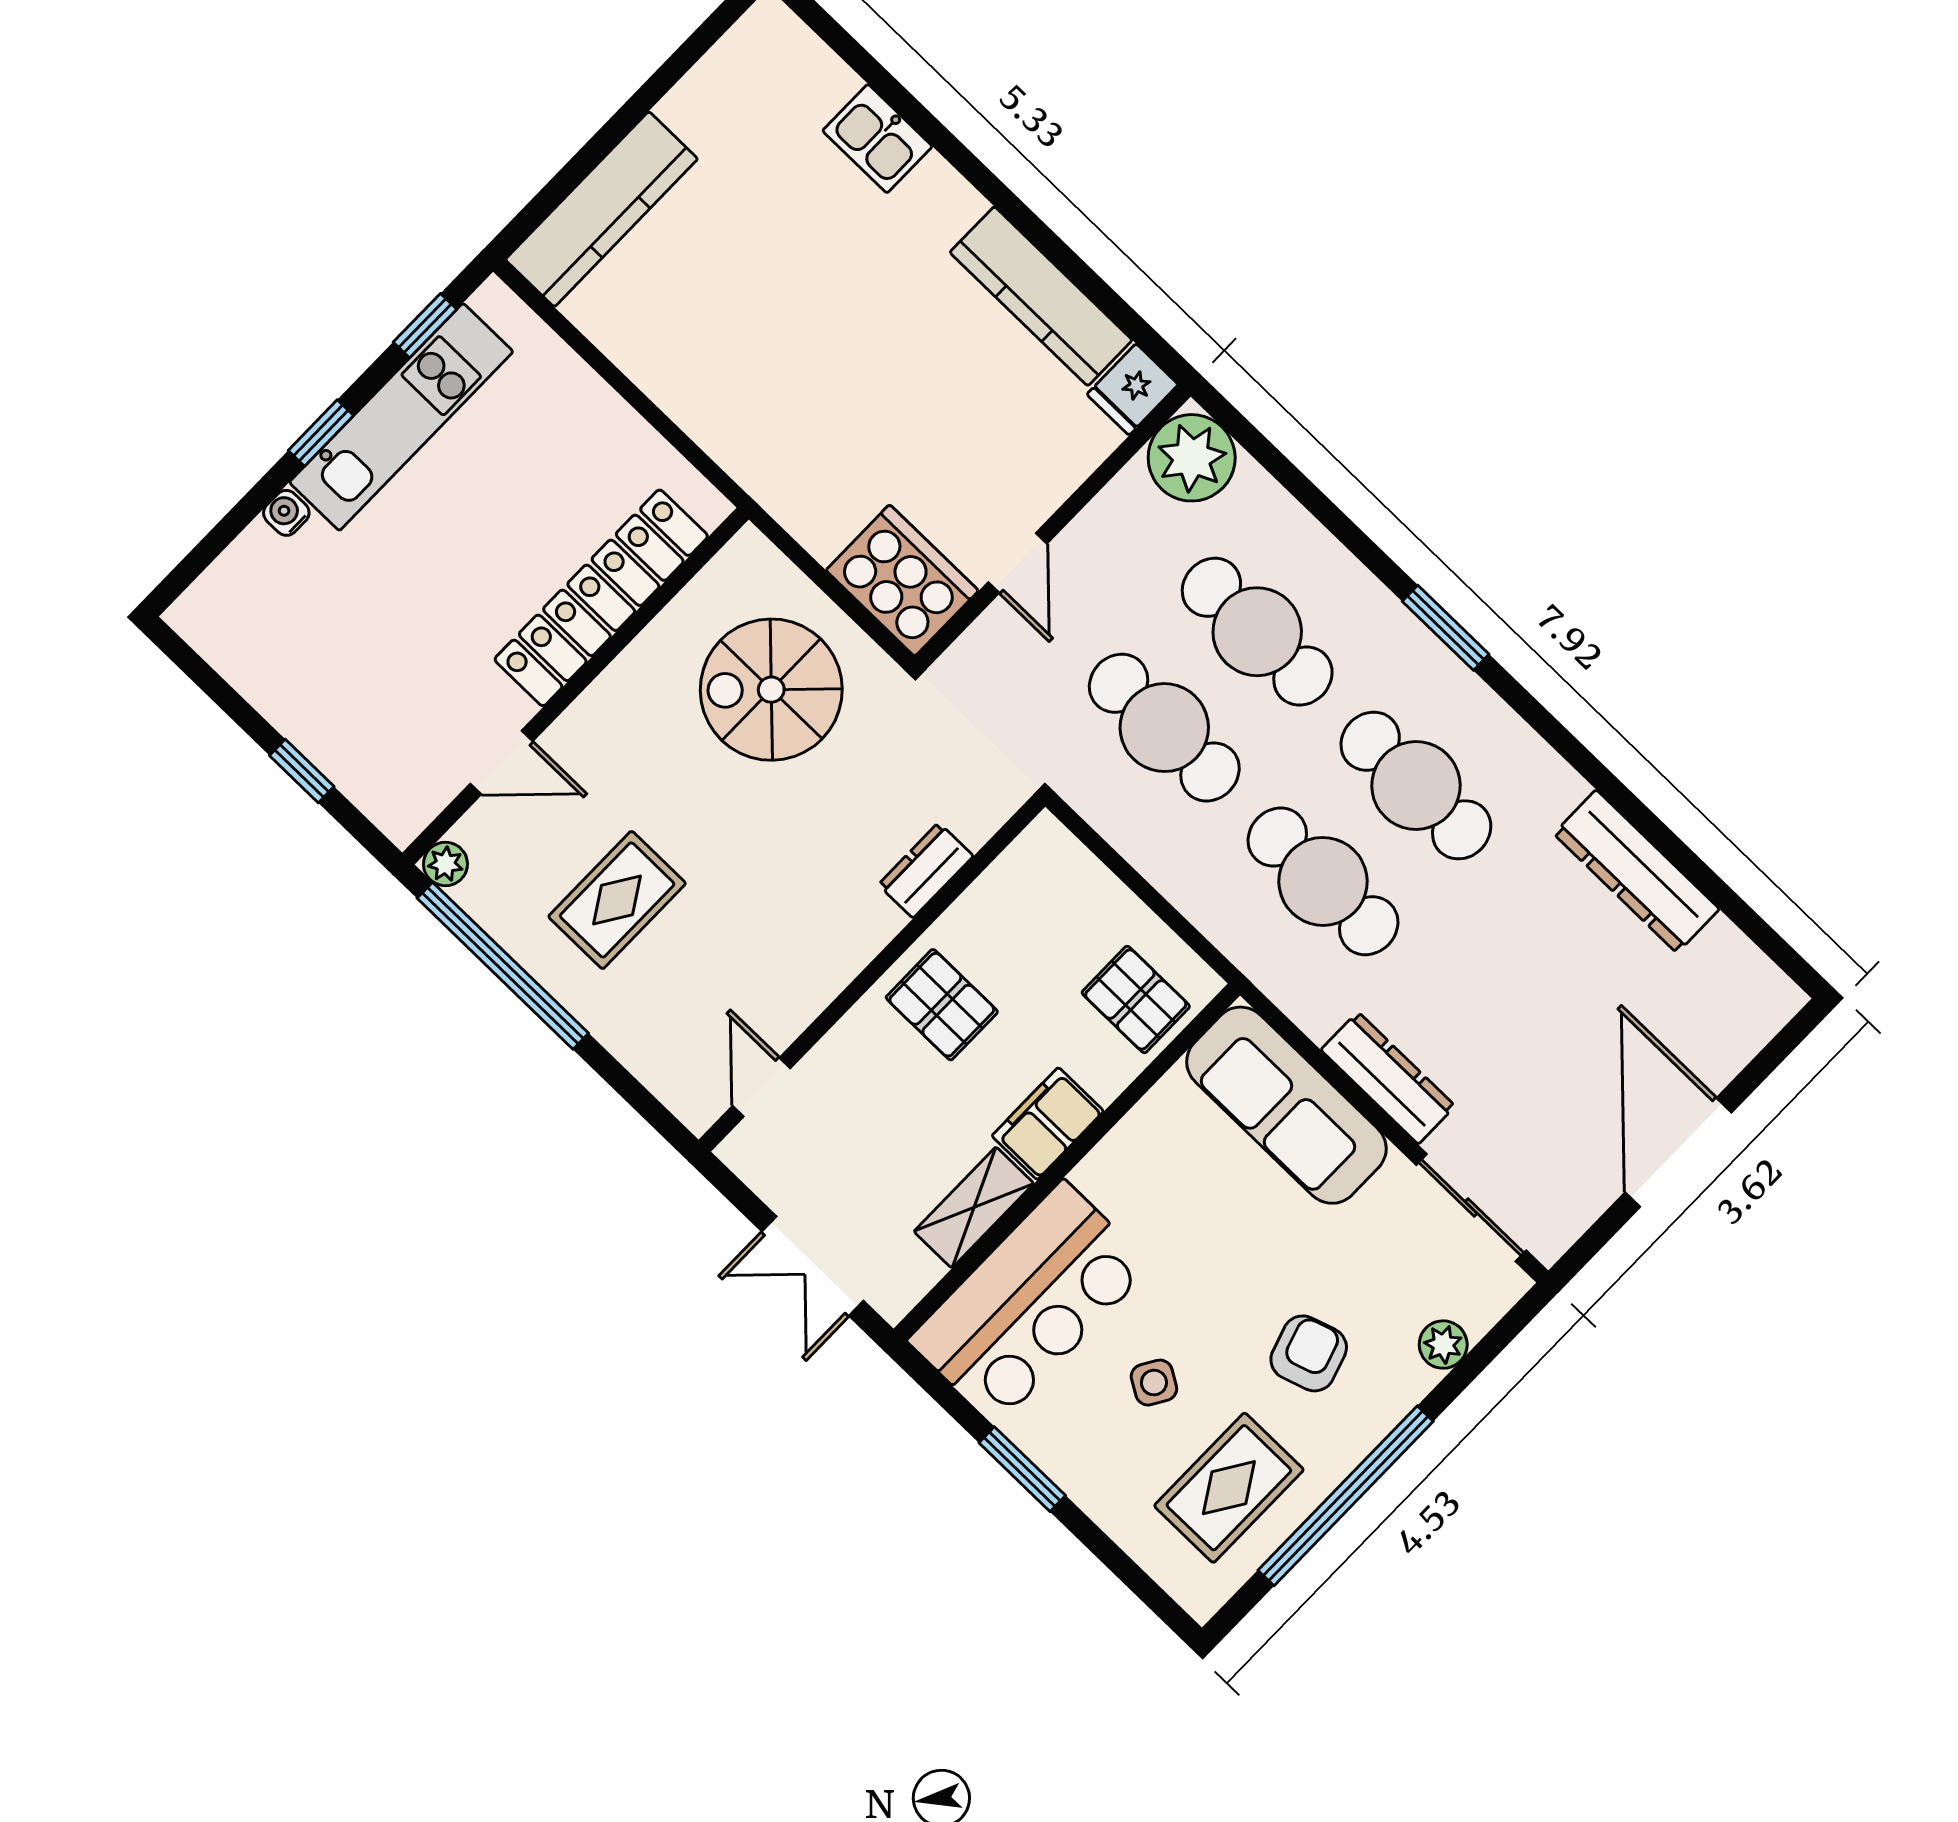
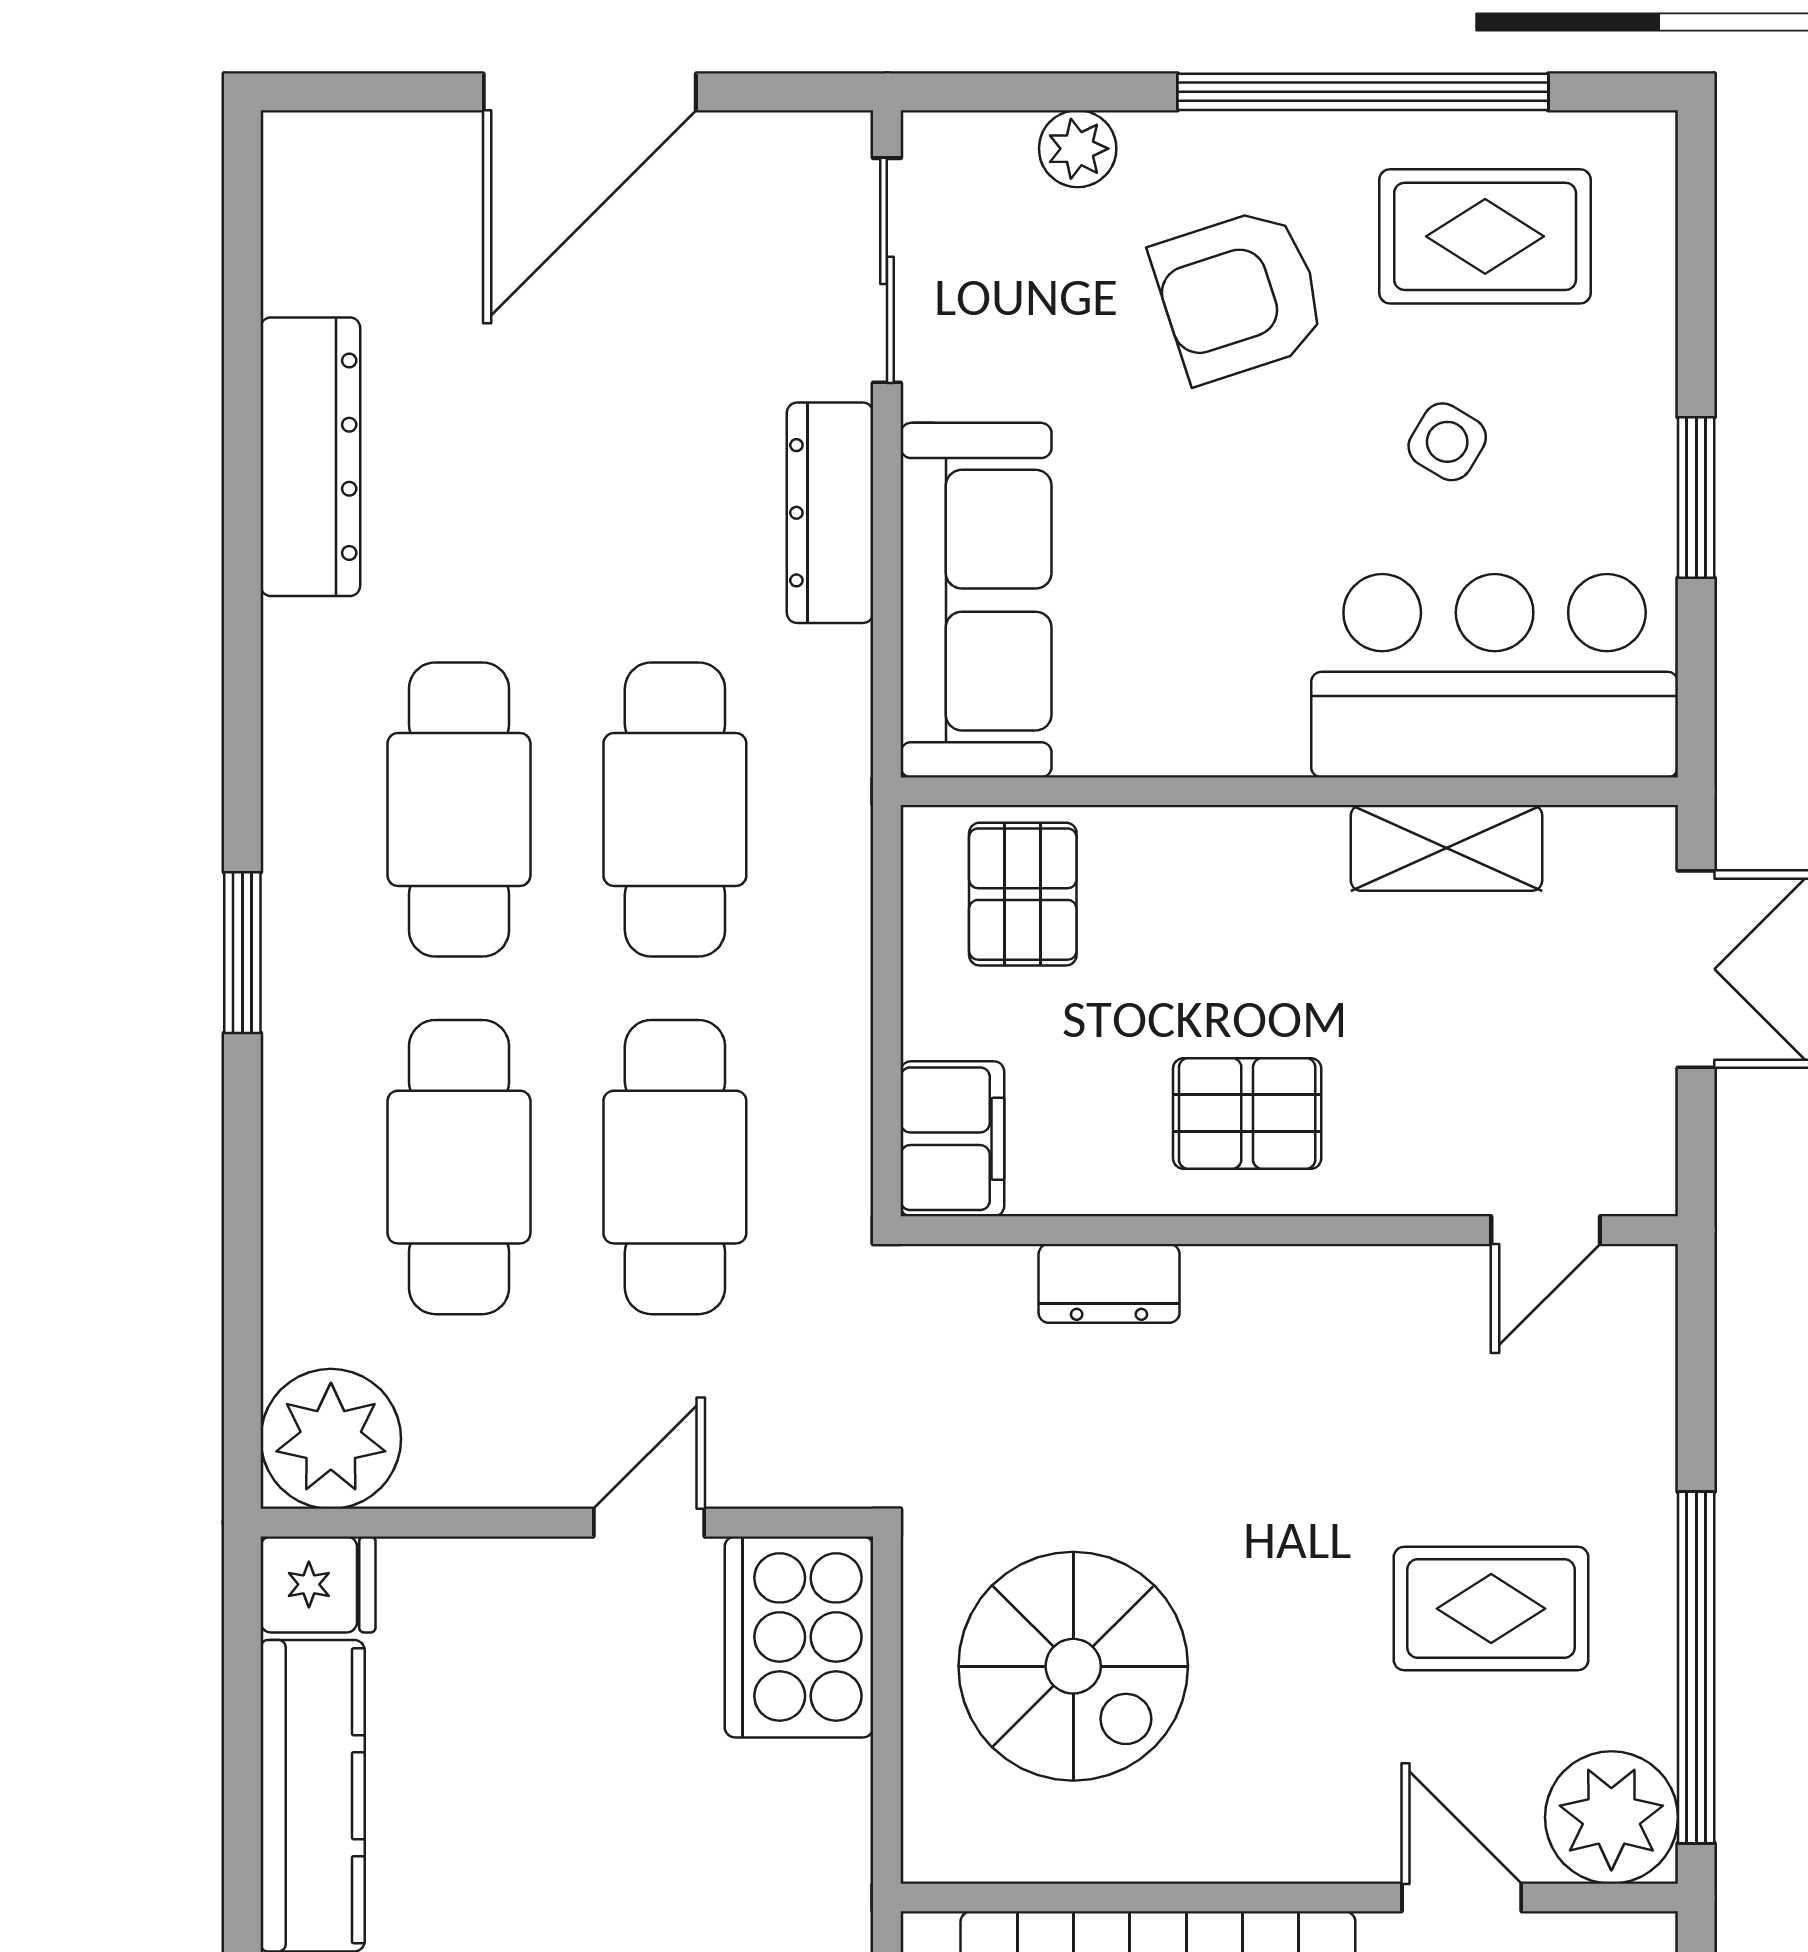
plant: (445, 864) -> (1611, 1817), width x1.88, depth x1.88
pallet: (942, 1005) -> (1247, 1113), turned 90
filing cabinet: (1048, 1124) -> (952, 1139), moved, turned -90
armchair: (1309, 1353) -> (1239, 295), width x1.38, depth x1.38

